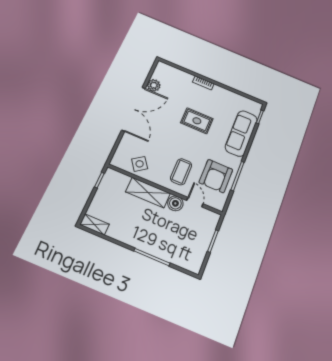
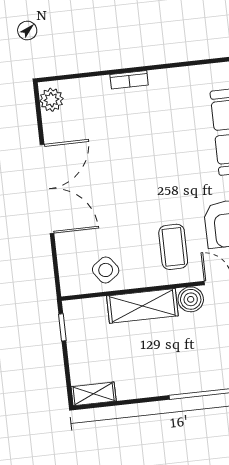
plant: (154, 85) -> (51, 100), moved
rug: (197, 121) -> (153, 151), removed

